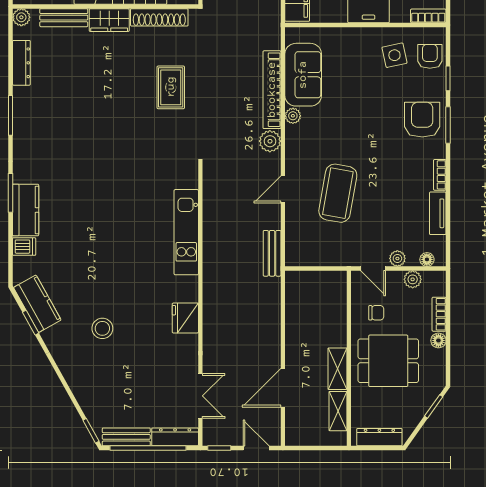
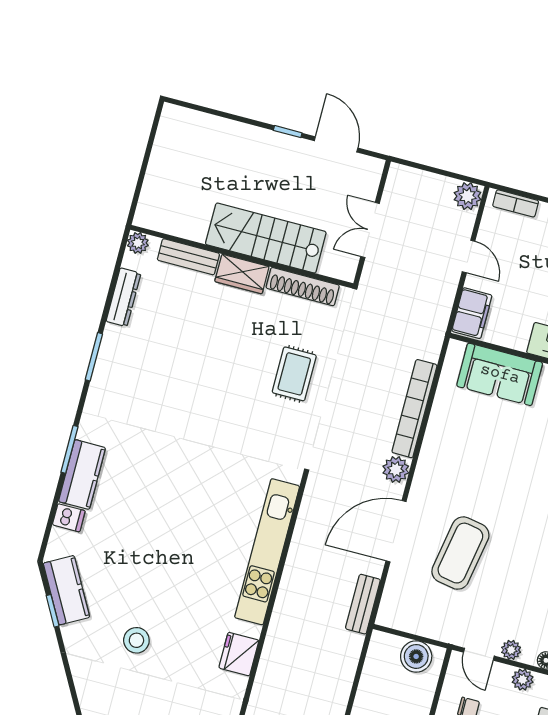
sofa: (303, 75) -> (500, 374), moved, turned 90
plant: (293, 116) -> (431, 446), removed
door: (283, 189) -> (396, 531), width x1.87
kitchen unit: (186, 232) -> (267, 552), width x1.36
boiler: (325, 283) -> (416, 656), added

